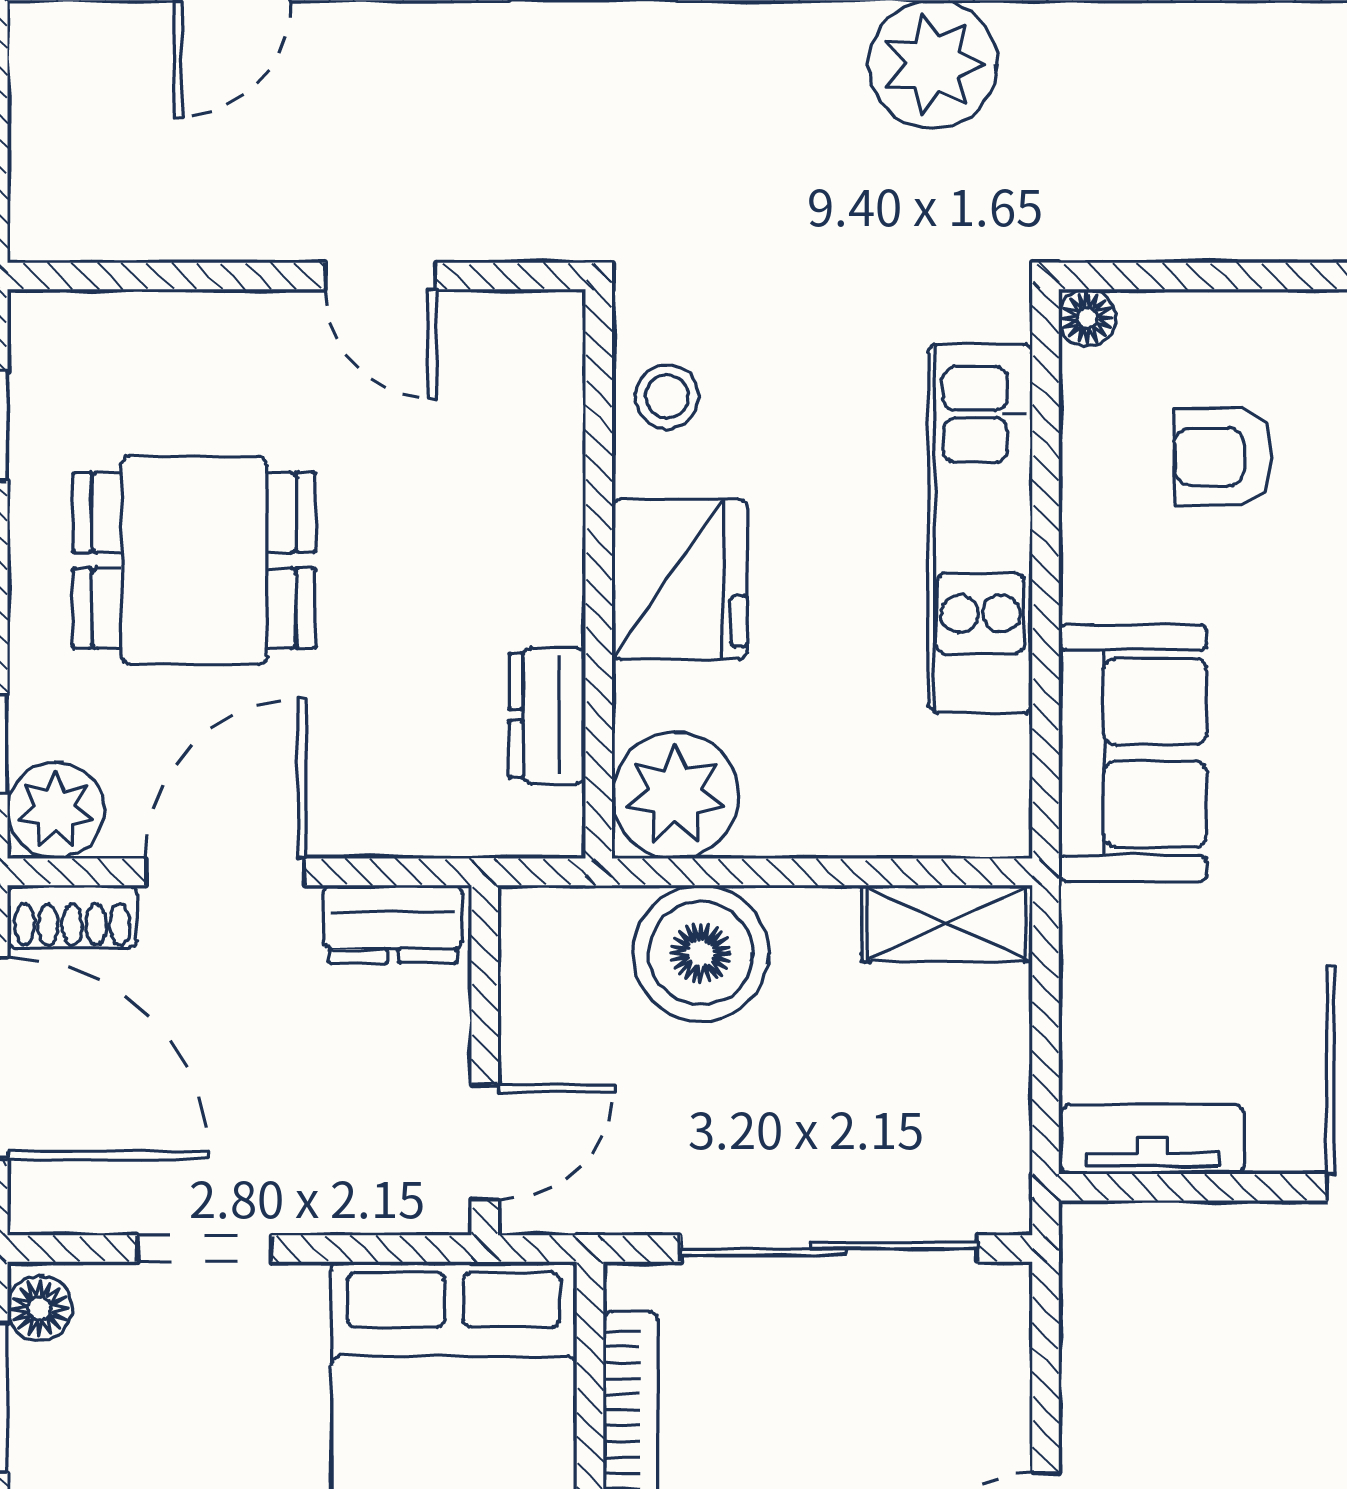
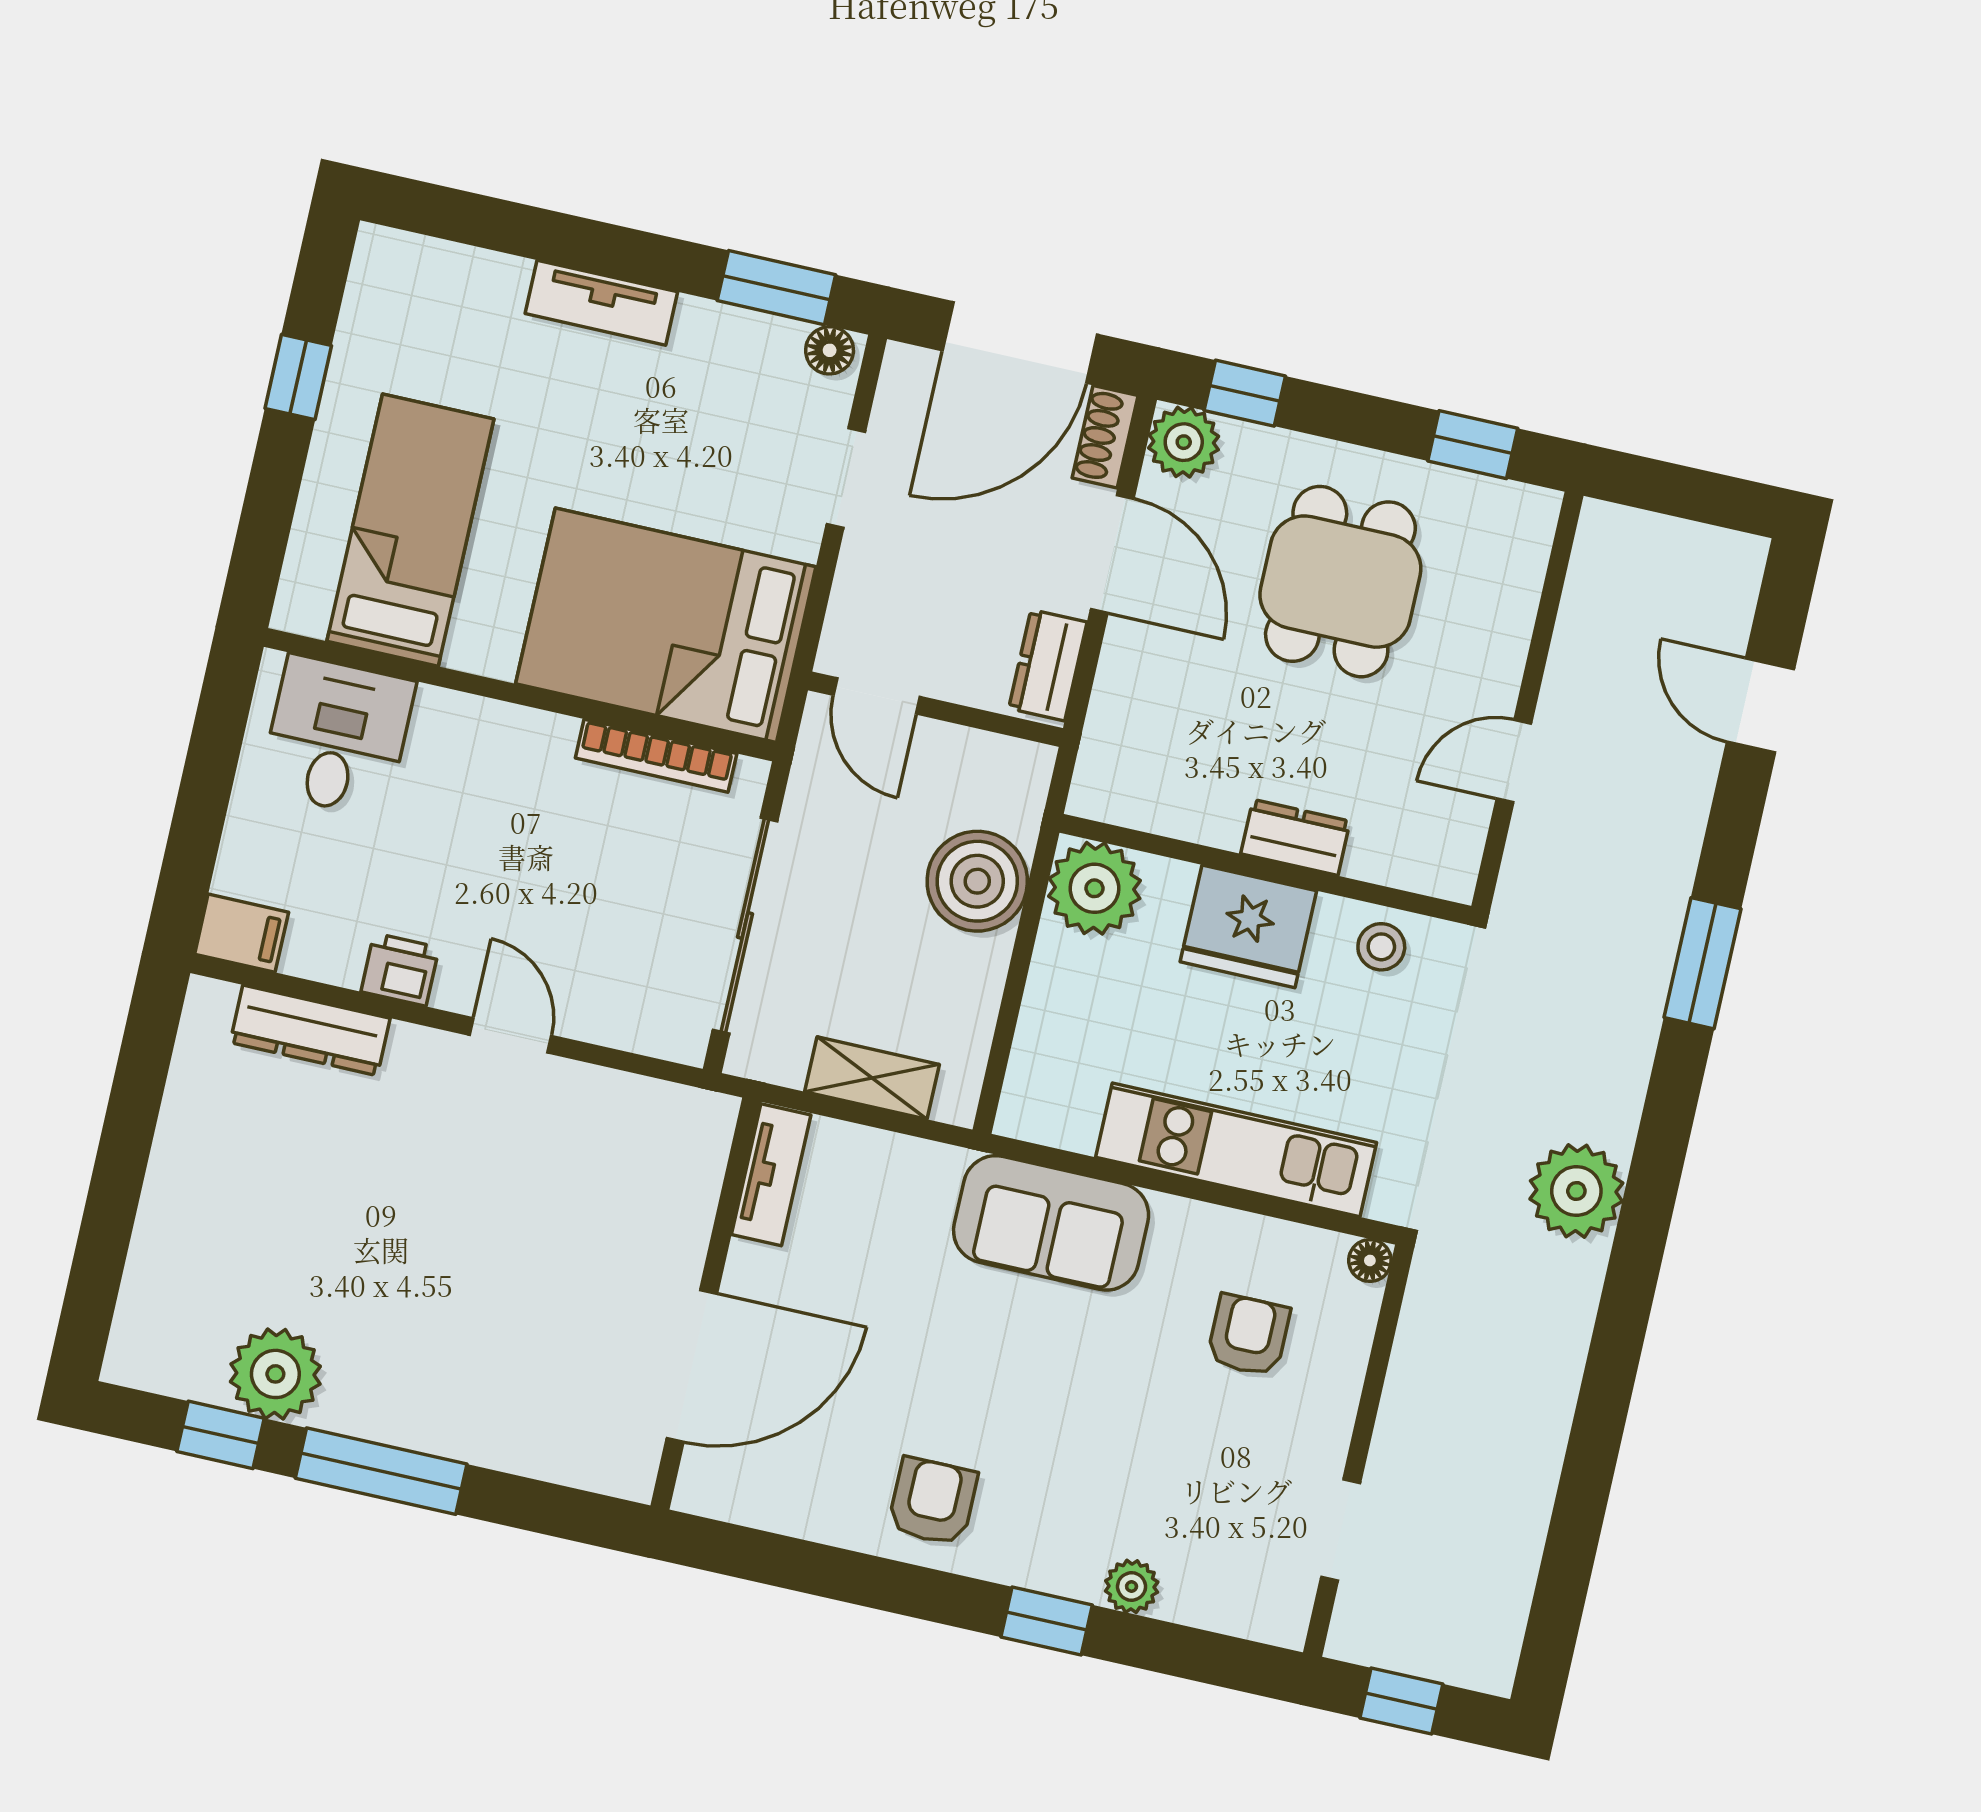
dresser: (547, 715) -> (1295, 837), moved
shelving: (947, 923) -> (872, 1078), moved, turned 90

